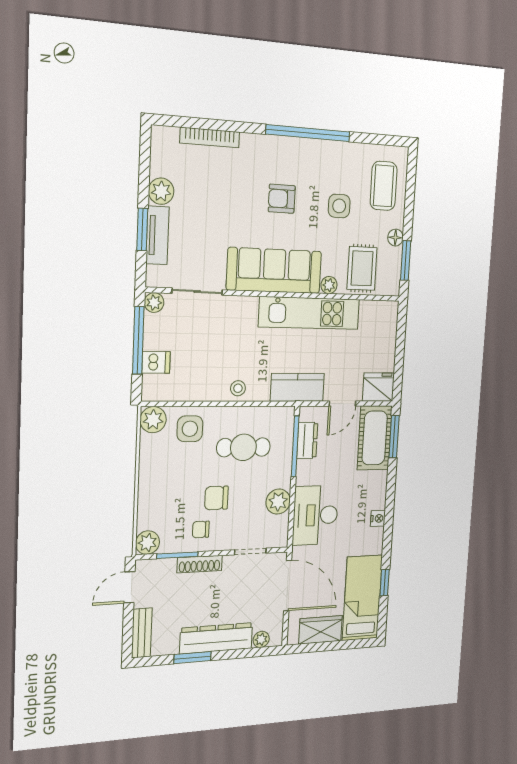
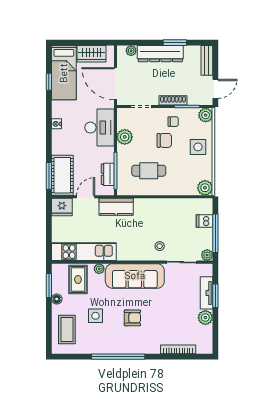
kitchen unit: (309, 313) -> (84, 252), moved
stool: (238, 388) -> (160, 246), moved
side table: (190, 429) -> (198, 147), moved

